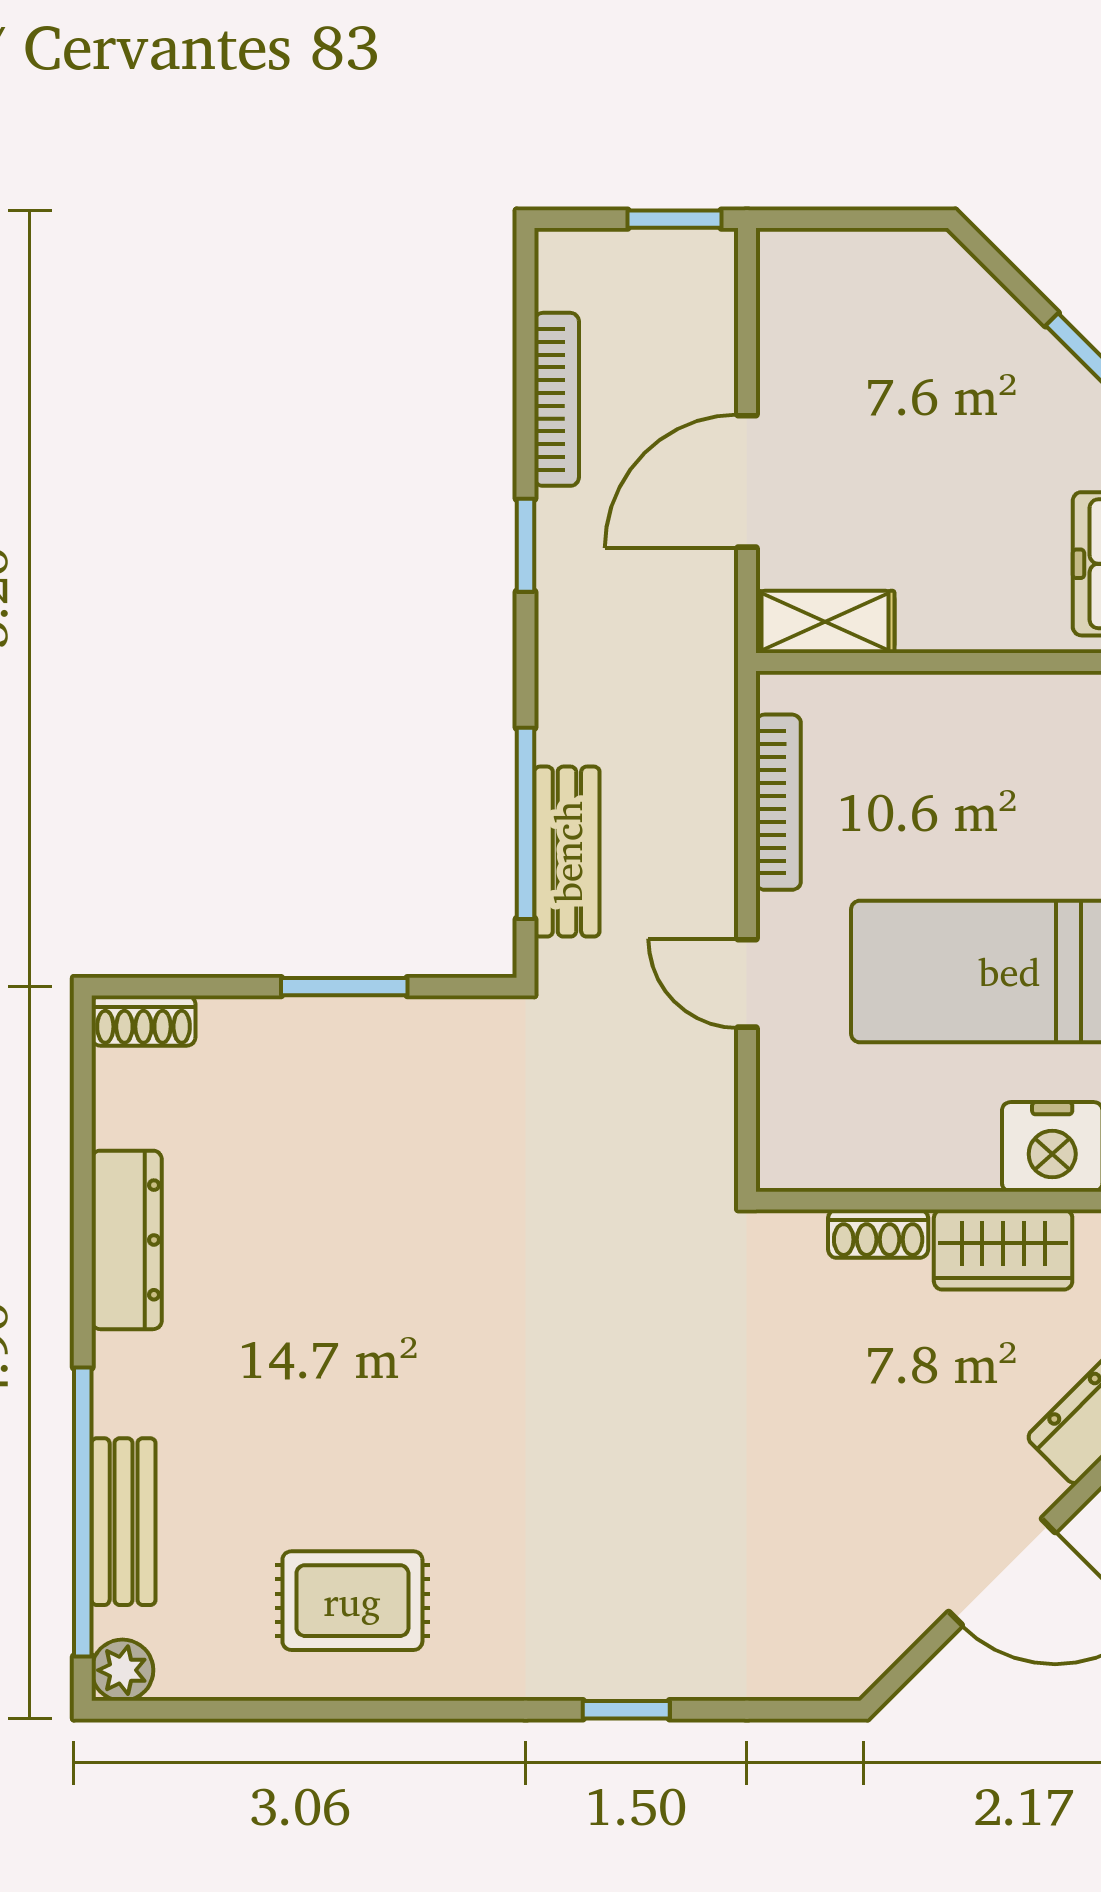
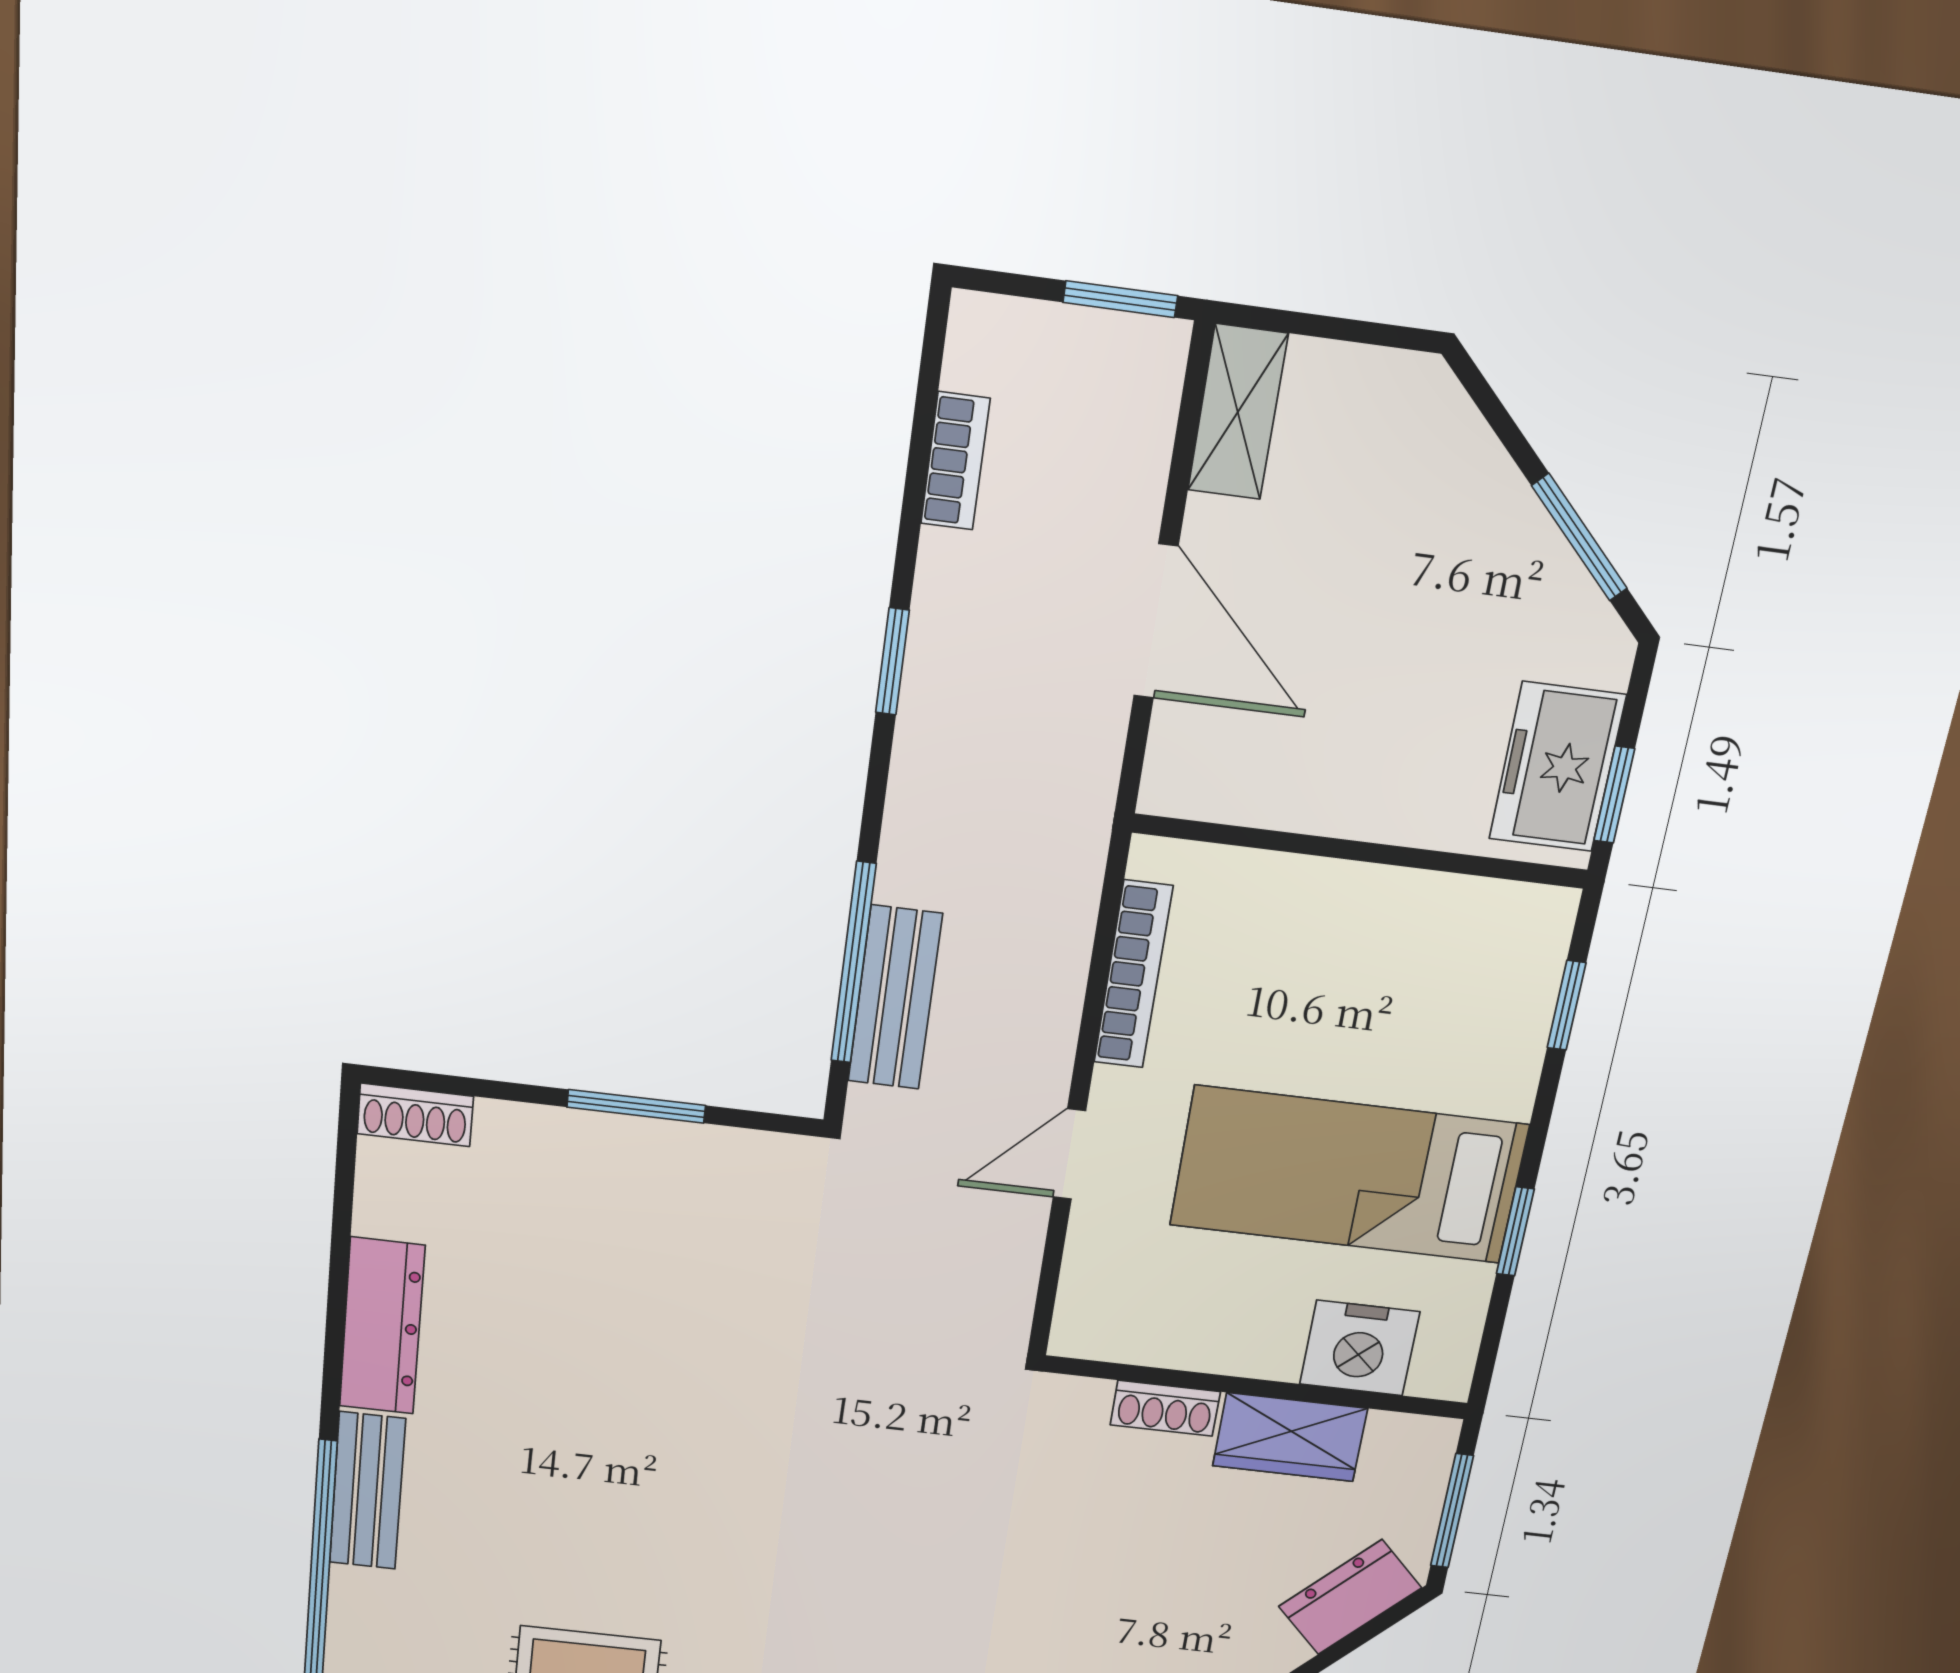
bookcase: (557, 399) -> (955, 461), width x0.64
door: (747, 481) -> (1156, 621), swing flipped
shelving: (825, 622) -> (1238, 412), moved, turned 90
door: (747, 983) -> (1069, 1154), hinge flipped
bench: (124, 1522) -> (367, 1491), moved

